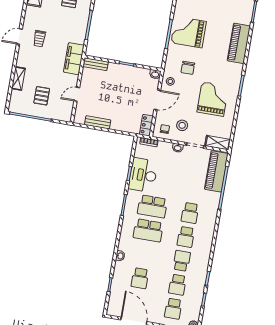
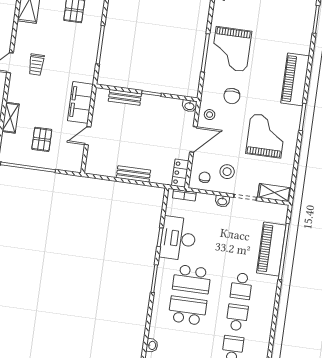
grand piano: (189, 32) -> (231, 49), turned -90
piano: (239, 43) -> (295, 79), moved
filing cabinet: (74, 59) -> (80, 102), moved
bench: (96, 64) -> (125, 97), moved
bench: (98, 122) -> (133, 174), moved
piano: (216, 171) -> (271, 249), moved
school desk: (148, 230) -> (187, 311), turned 180
school desk: (186, 237) -> (237, 317), turned 180

